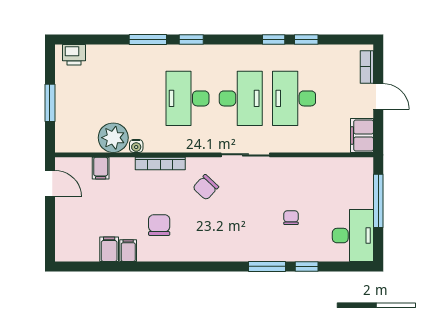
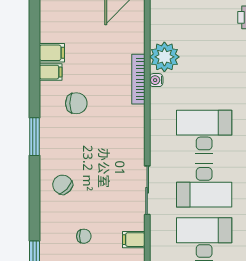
bookcase: (160, 164) -> (138, 79), moved
filing cabinet: (101, 168) -> (134, 240), moved
chair: (206, 187) -> (63, 185), moved
window: (267, 266) -> (35, 137), moved

